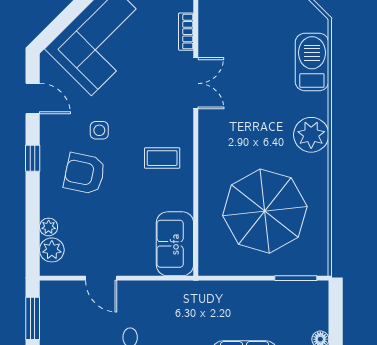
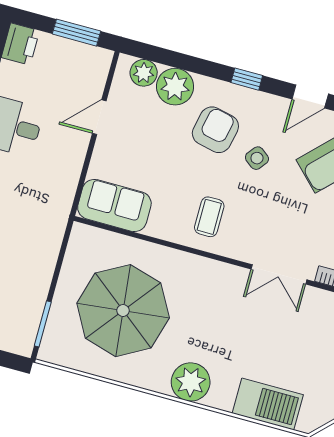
side table: (99, 130) -> (257, 158), turned 38
plant: (49, 227) -> (175, 87), width x1.88, depth x1.88

